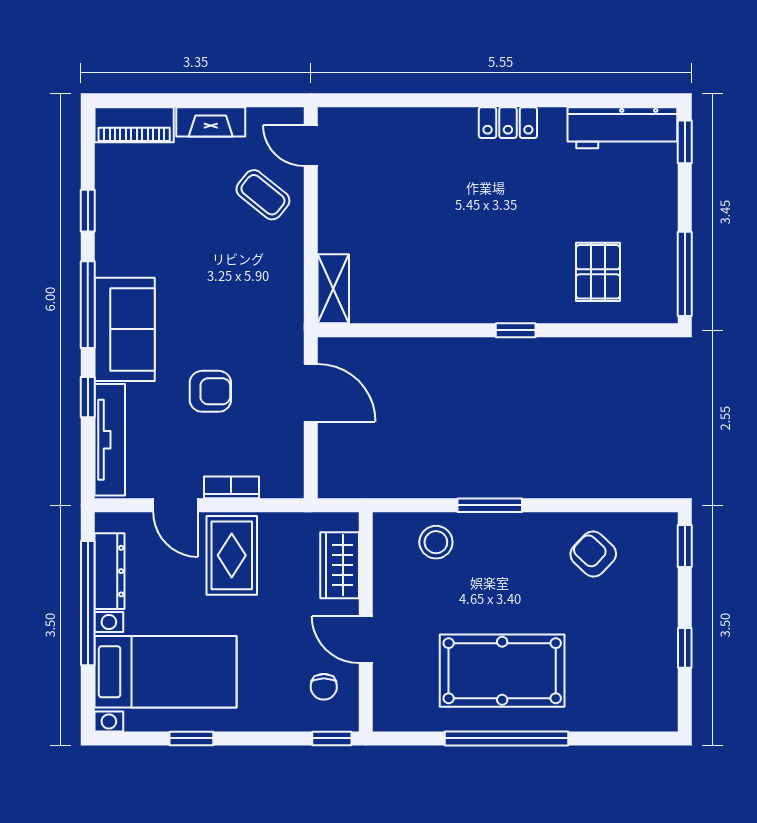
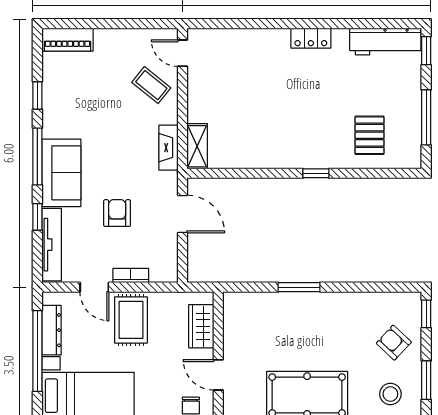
fireplace: (211, 122) -> (168, 148), moved, turned 90
window: (685, 274) -> (426, 117), moved
armchair: (210, 391) -> (117, 213), turned -90
stool: (436, 542) -> (390, 394), moved
armchair: (593, 554) -> (394, 343), moved
window: (685, 648) -> (426, 380), width x1.50

